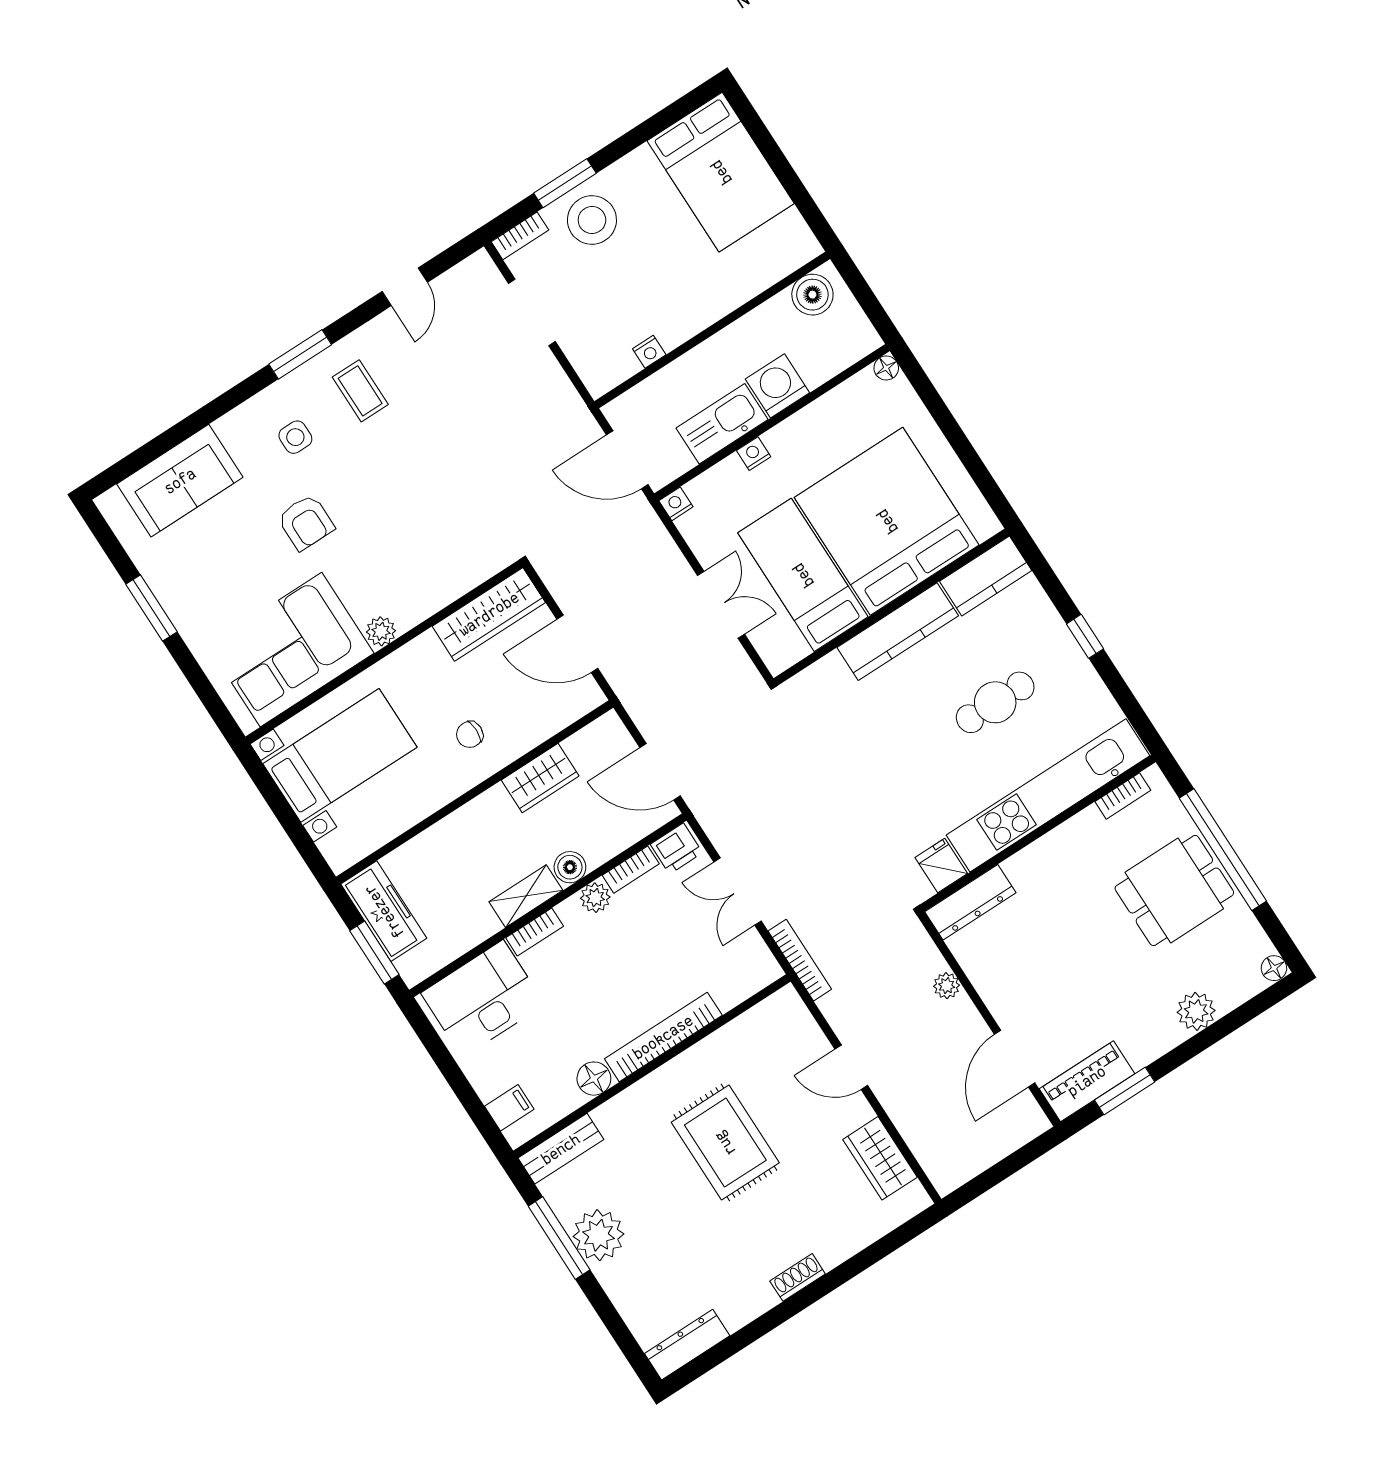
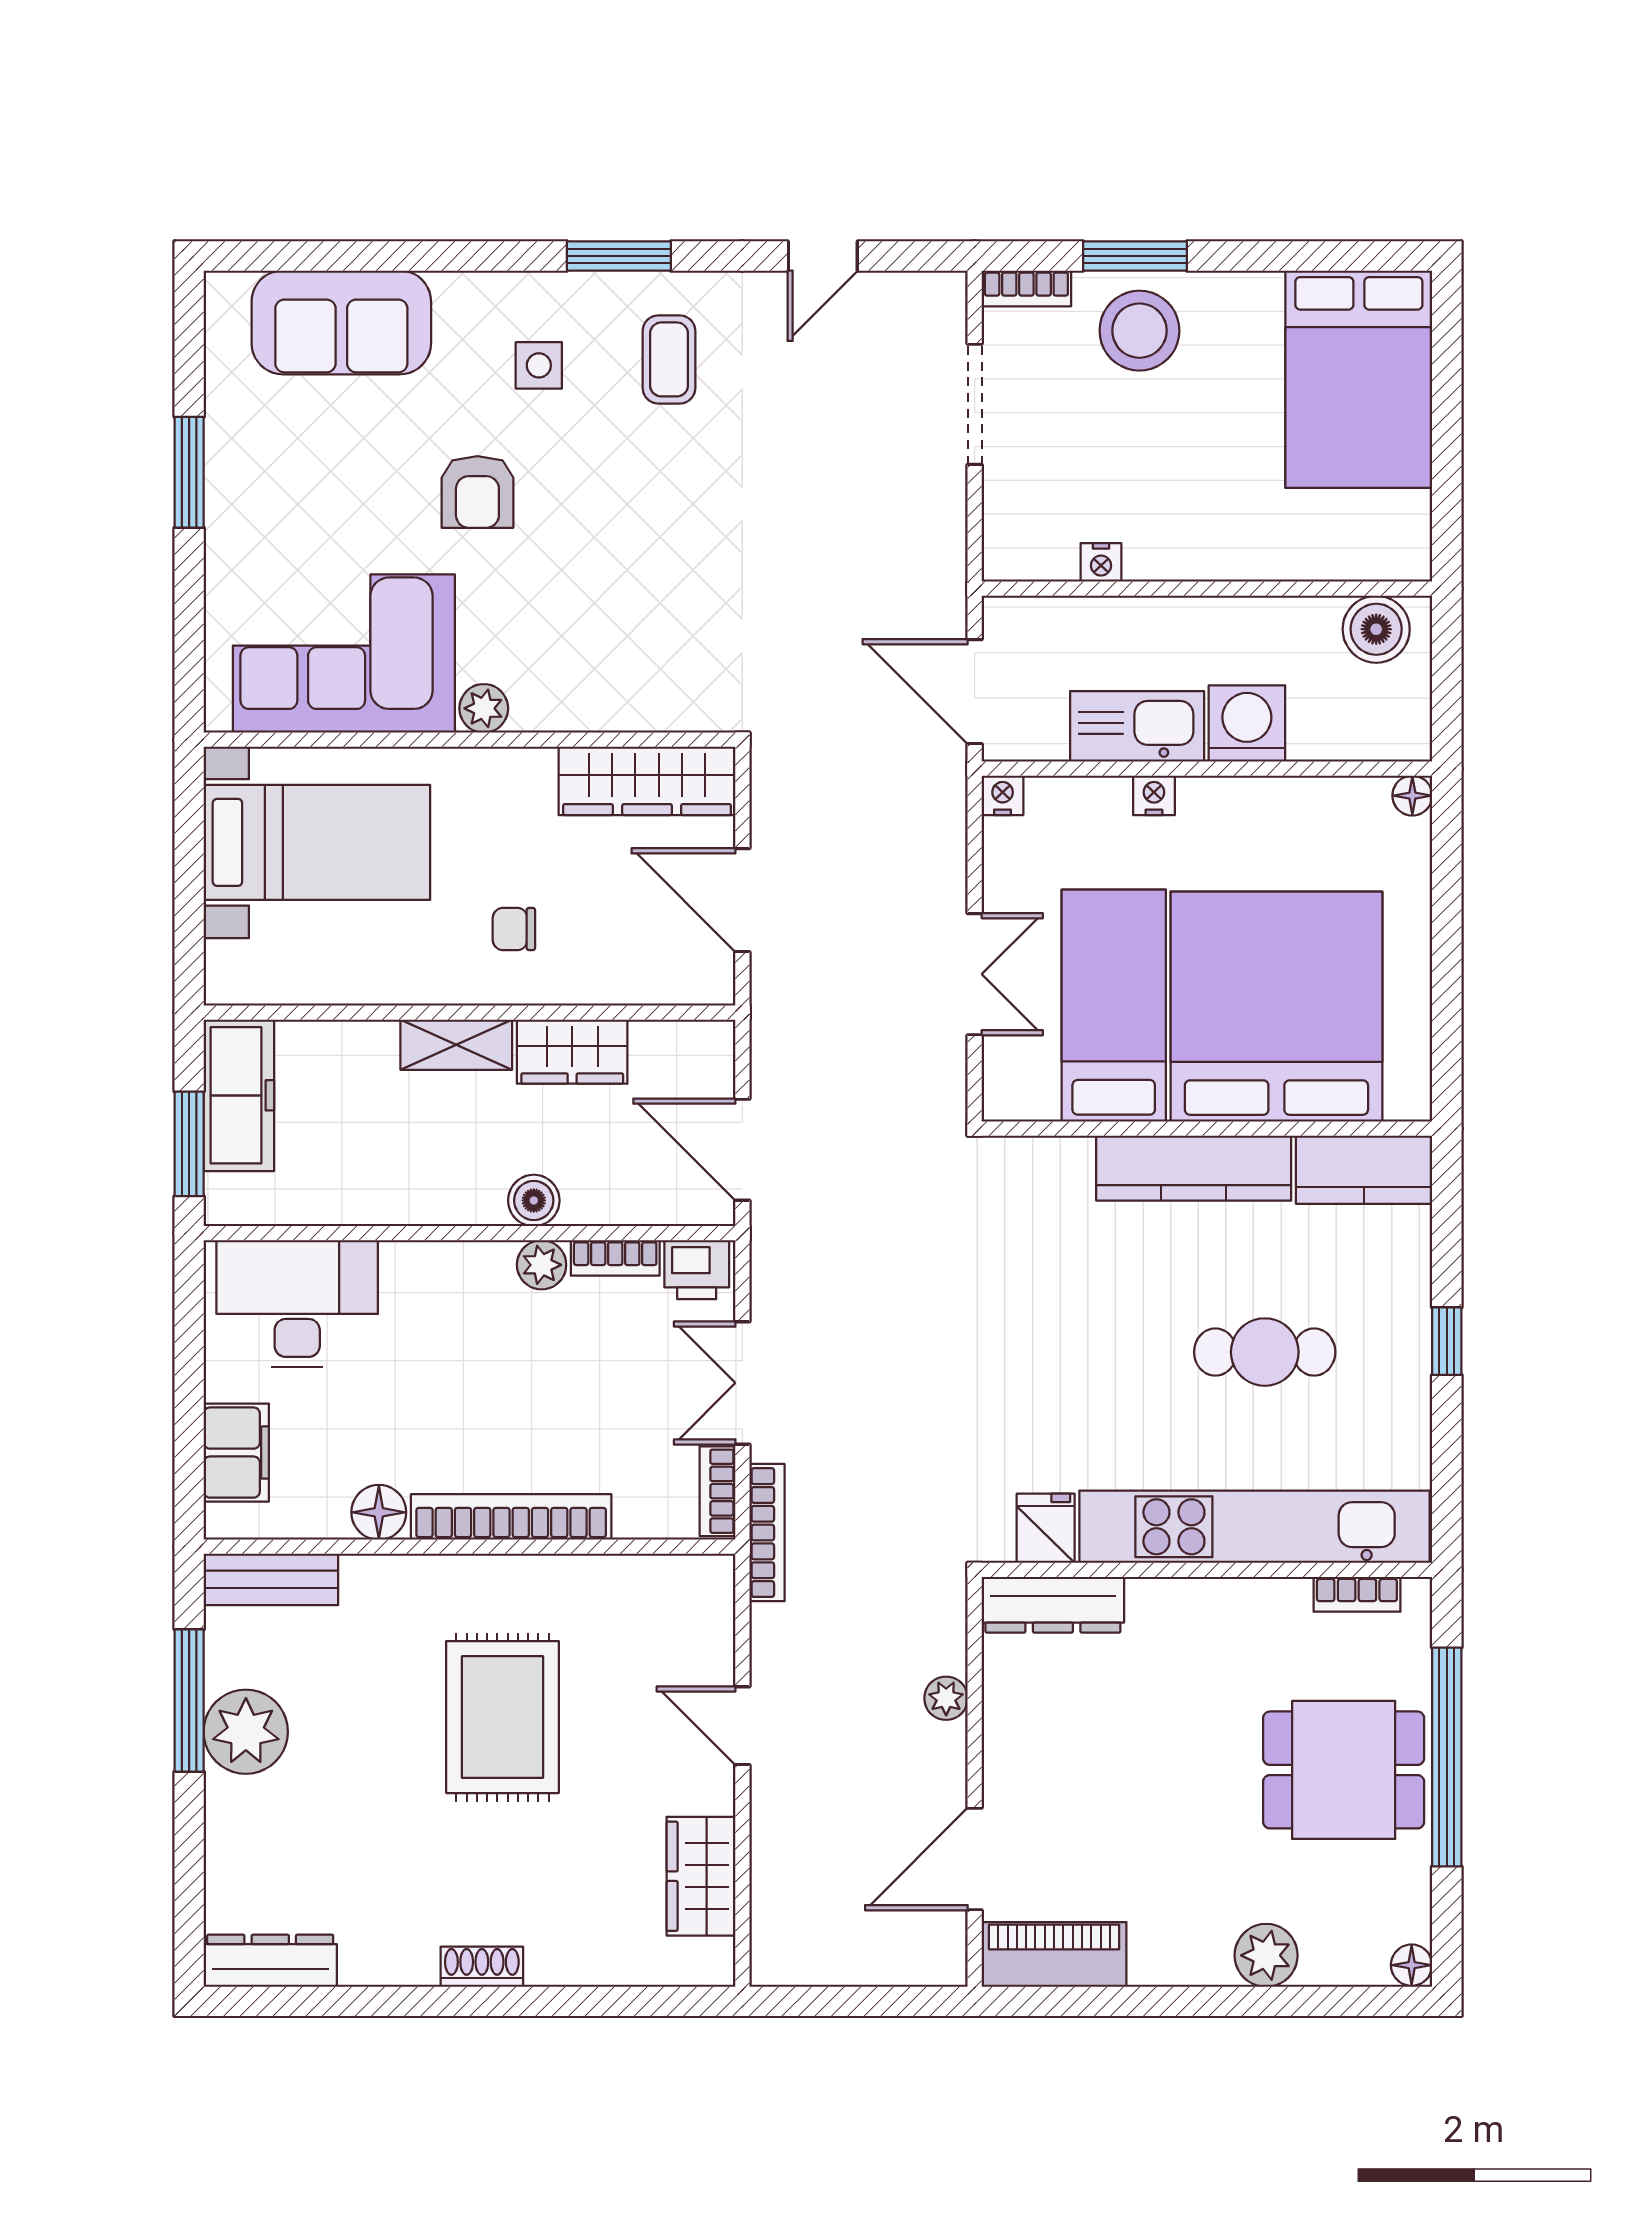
shelving: (526, 896) -> (456, 1045), moved
bookcase: (535, 932) -> (718, 1491), moved, turned 90
window: (1125, 1091) -> (1097, 2001), removed
filing cabinet: (509, 1108) -> (236, 1453), width x2.00

